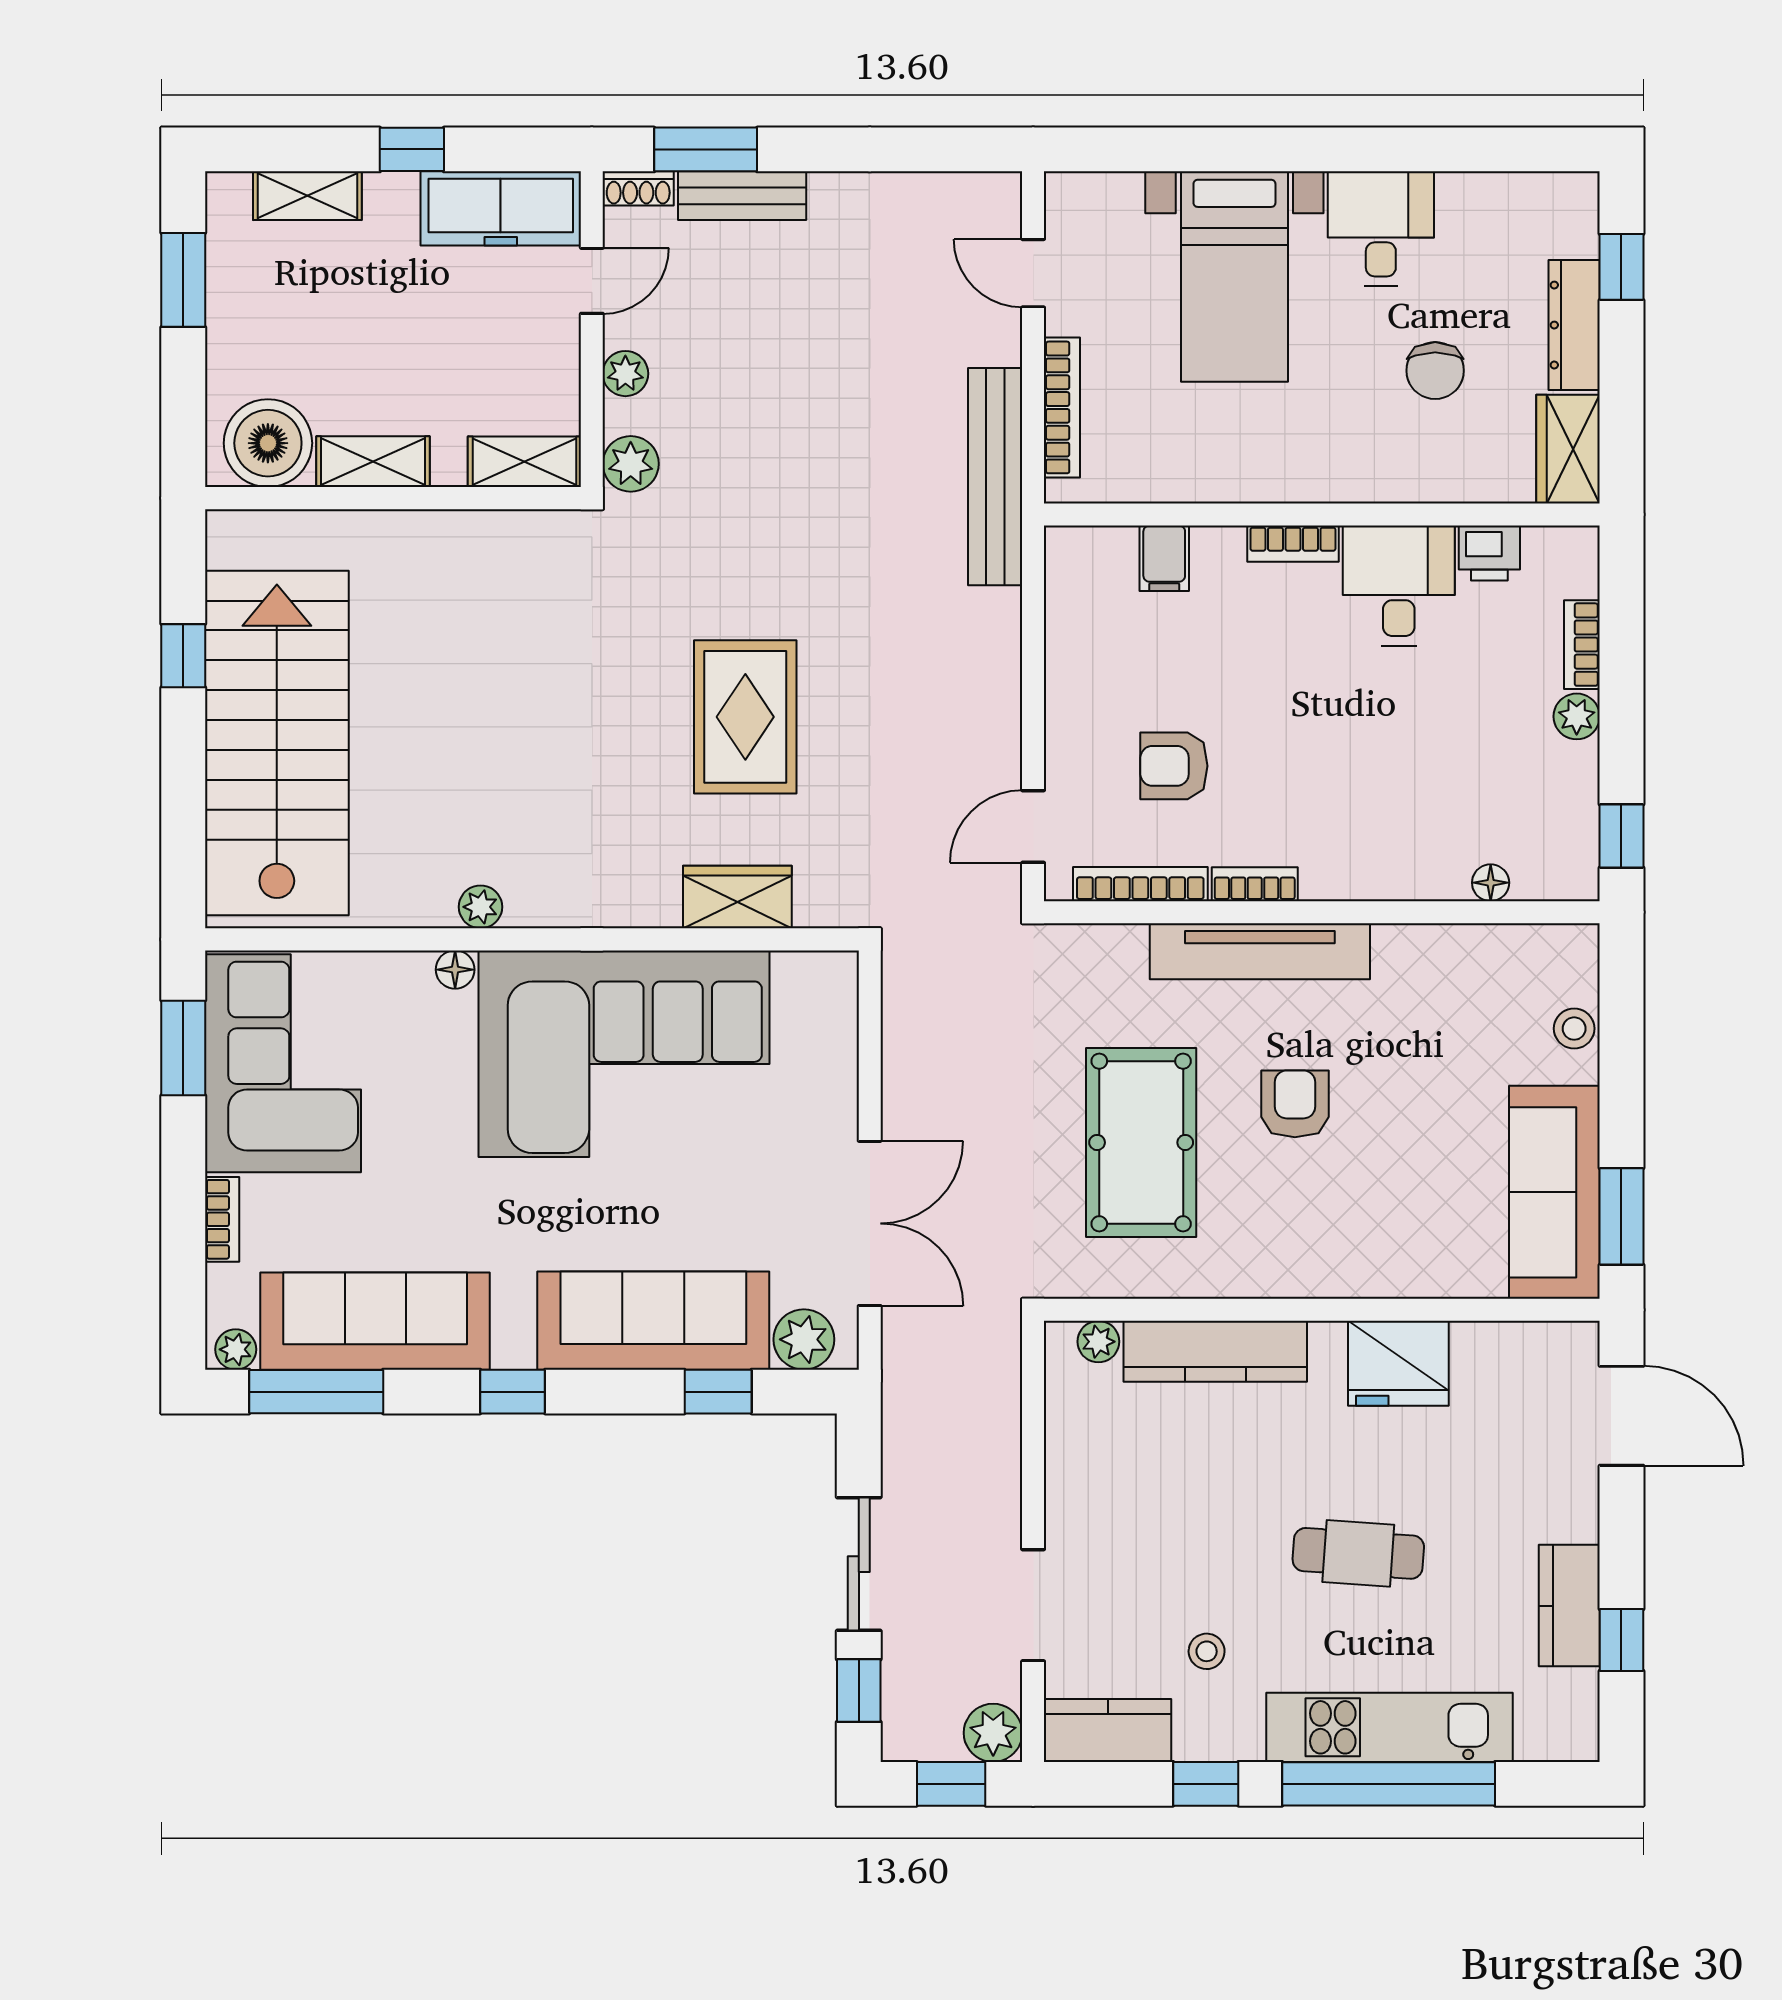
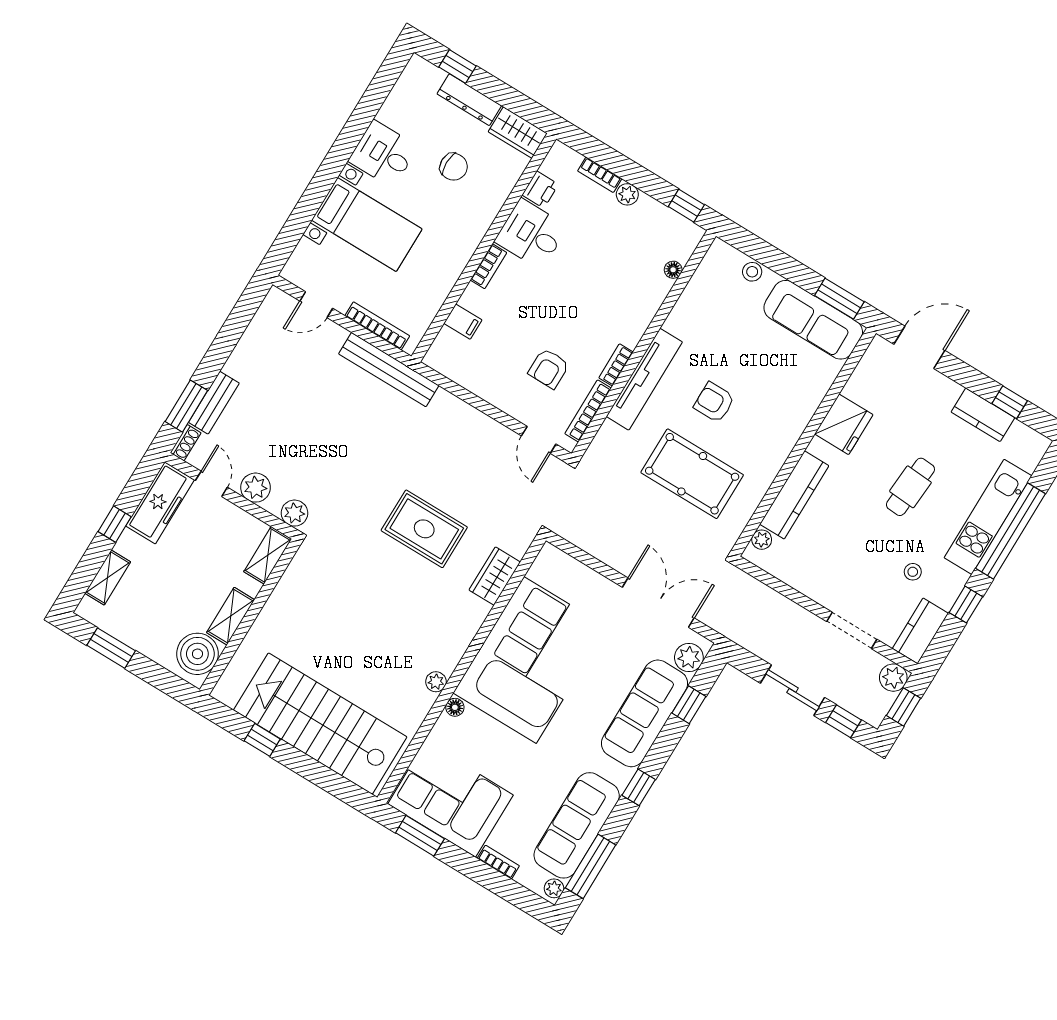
plant: (625, 374) -> (256, 488), width x1.38, depth x1.38

